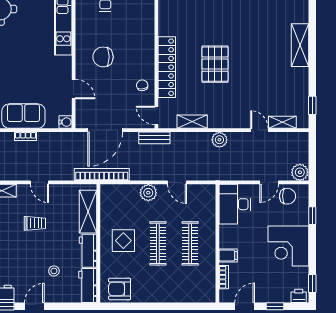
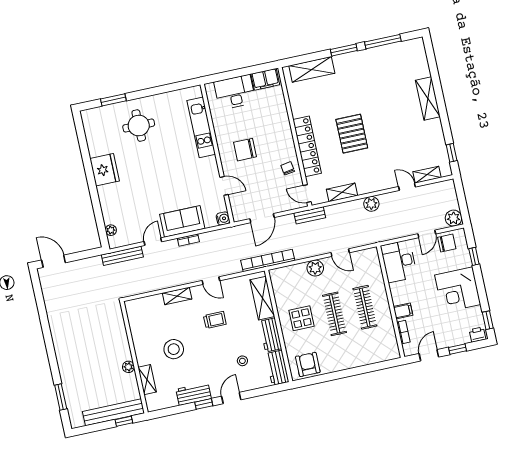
door: (105, 130) -> (262, 218), width x0.73
armchair: (120, 289) -> (308, 364), turned 90

